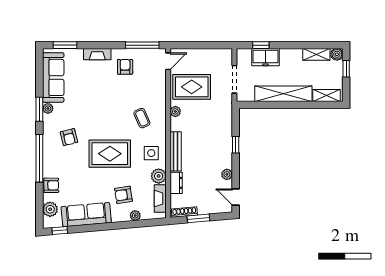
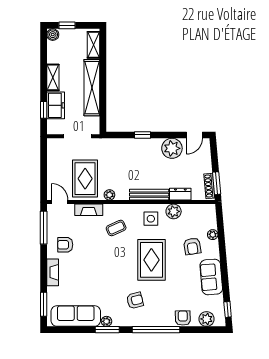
shelving: (316, 54) -> (53, 77), moved
plant: (227, 174) -> (172, 148), width x1.87, depth x1.87
fireplace: (160, 198) -> (89, 210), moved
sofa: (86, 215) -> (211, 277), width x0.73
window: (198, 218) -> (217, 183), moved

